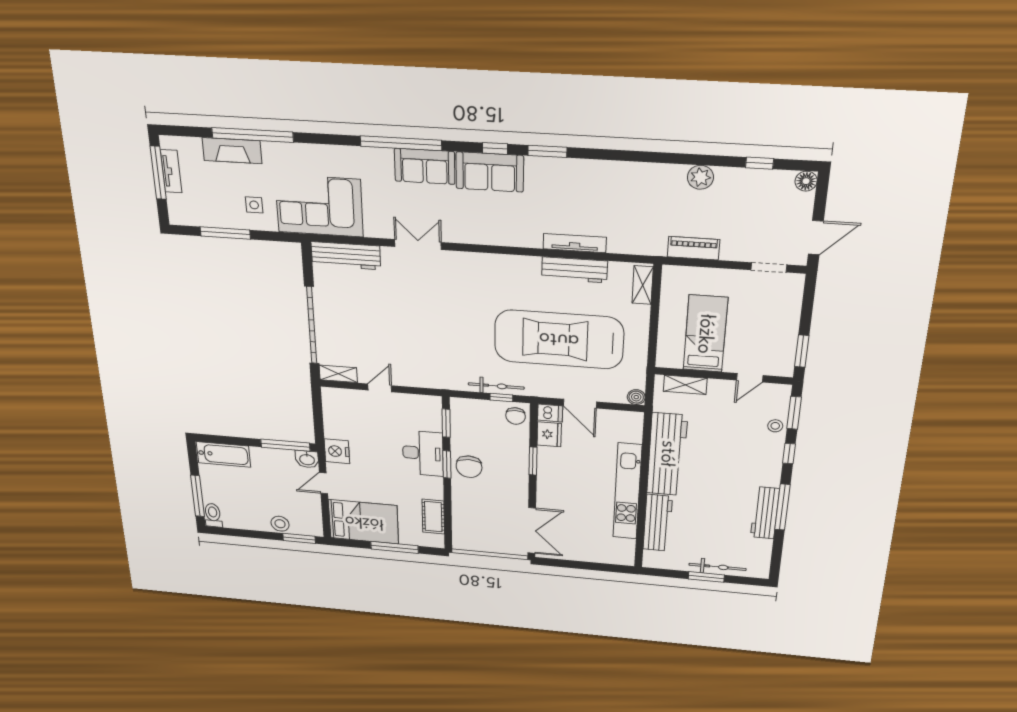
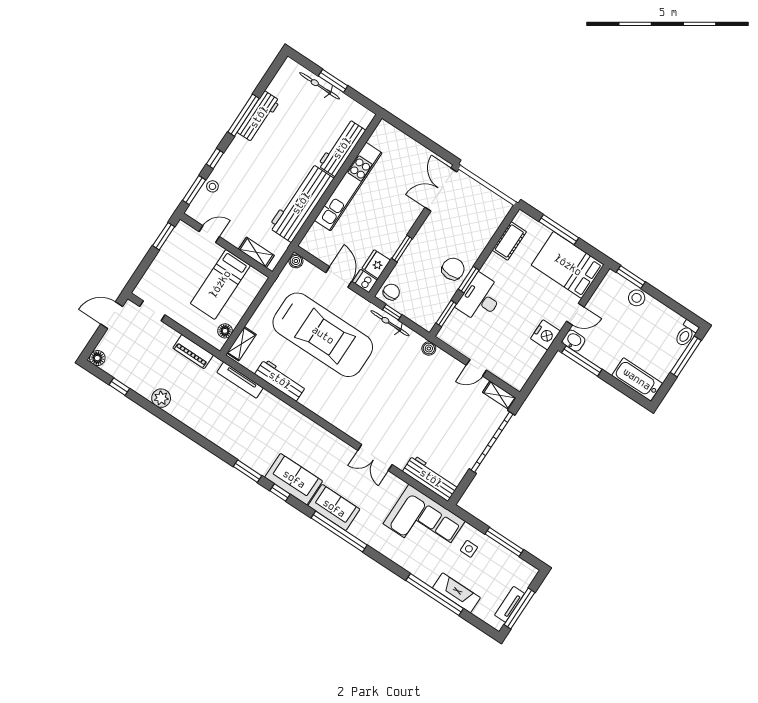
tv unit: (575, 243) -> (240, 380), moved
floor lamp: (670, 289) -> (225, 331), added
boiler: (440, 382) -> (429, 348), added

